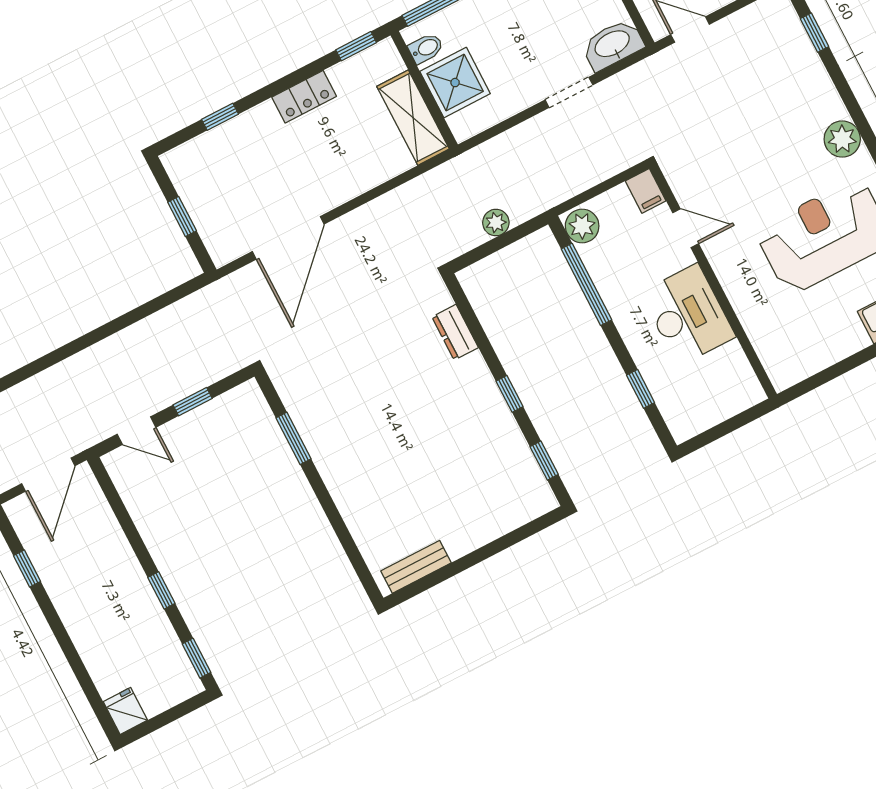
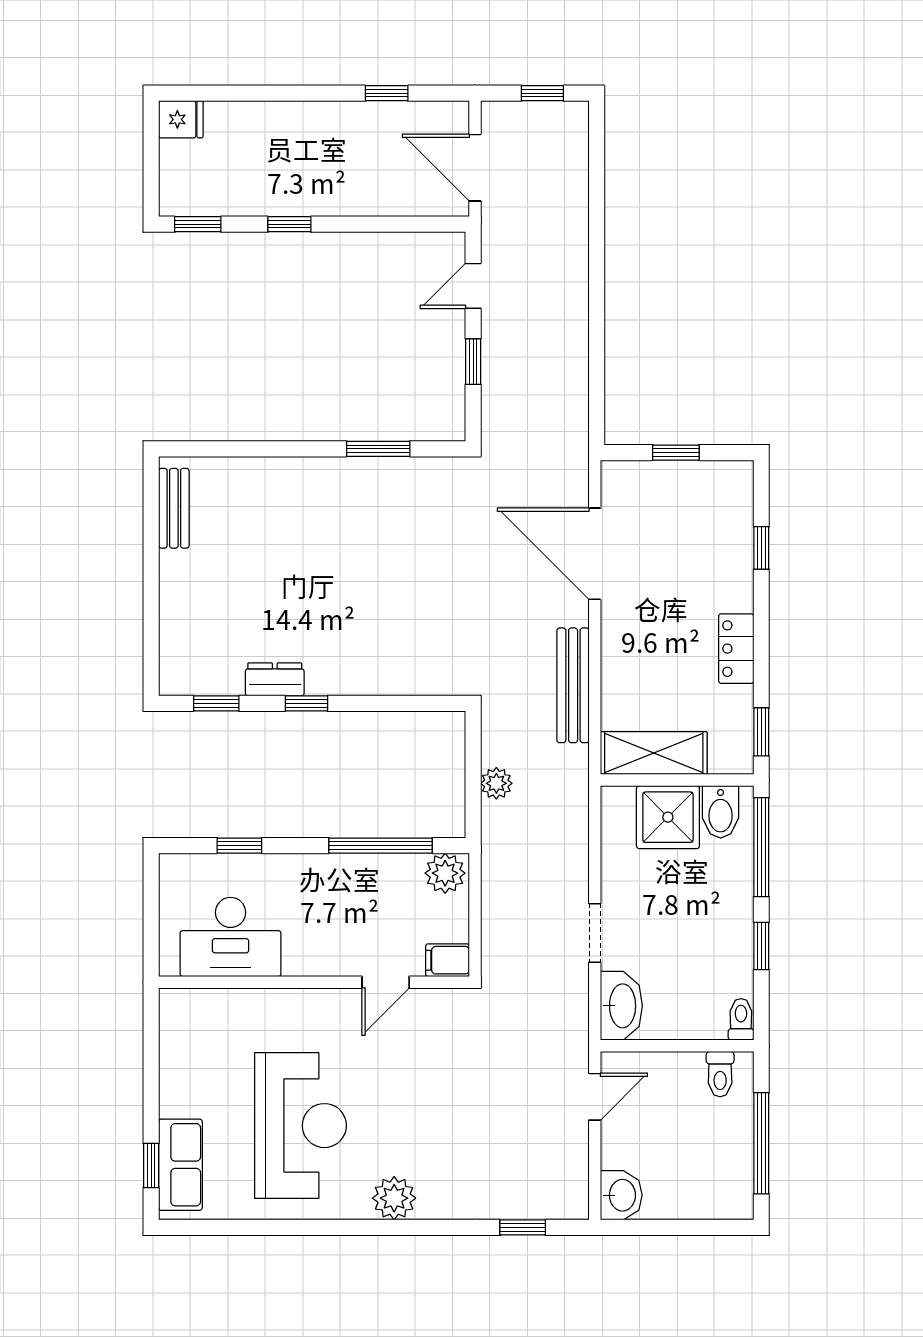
bidet: (426, 48) -> (721, 812), width x1.38, depth x1.36
bench: (394, 203) -> (573, 685), added
desk: (688, 315) -> (231, 937), moved
dresser: (455, 332) -> (275, 679), moved

